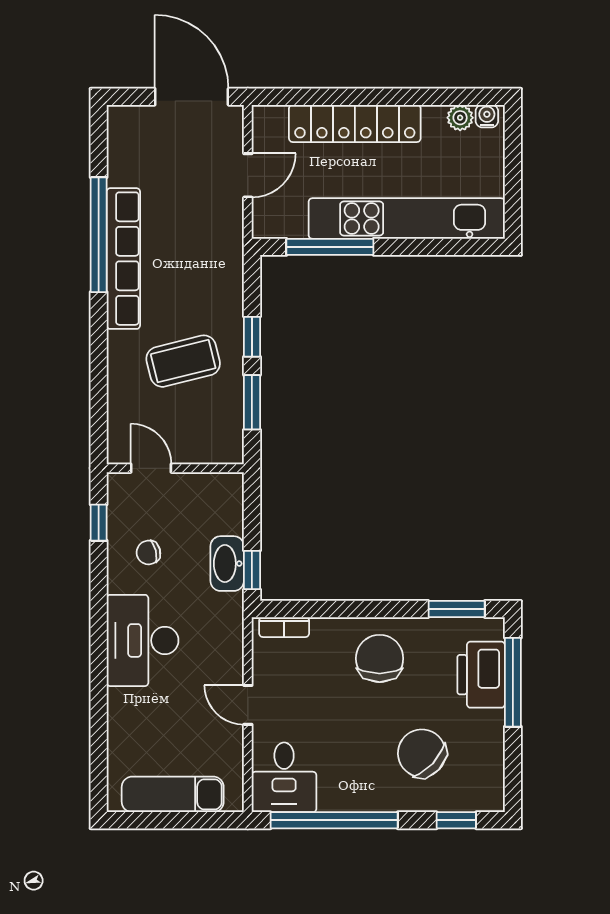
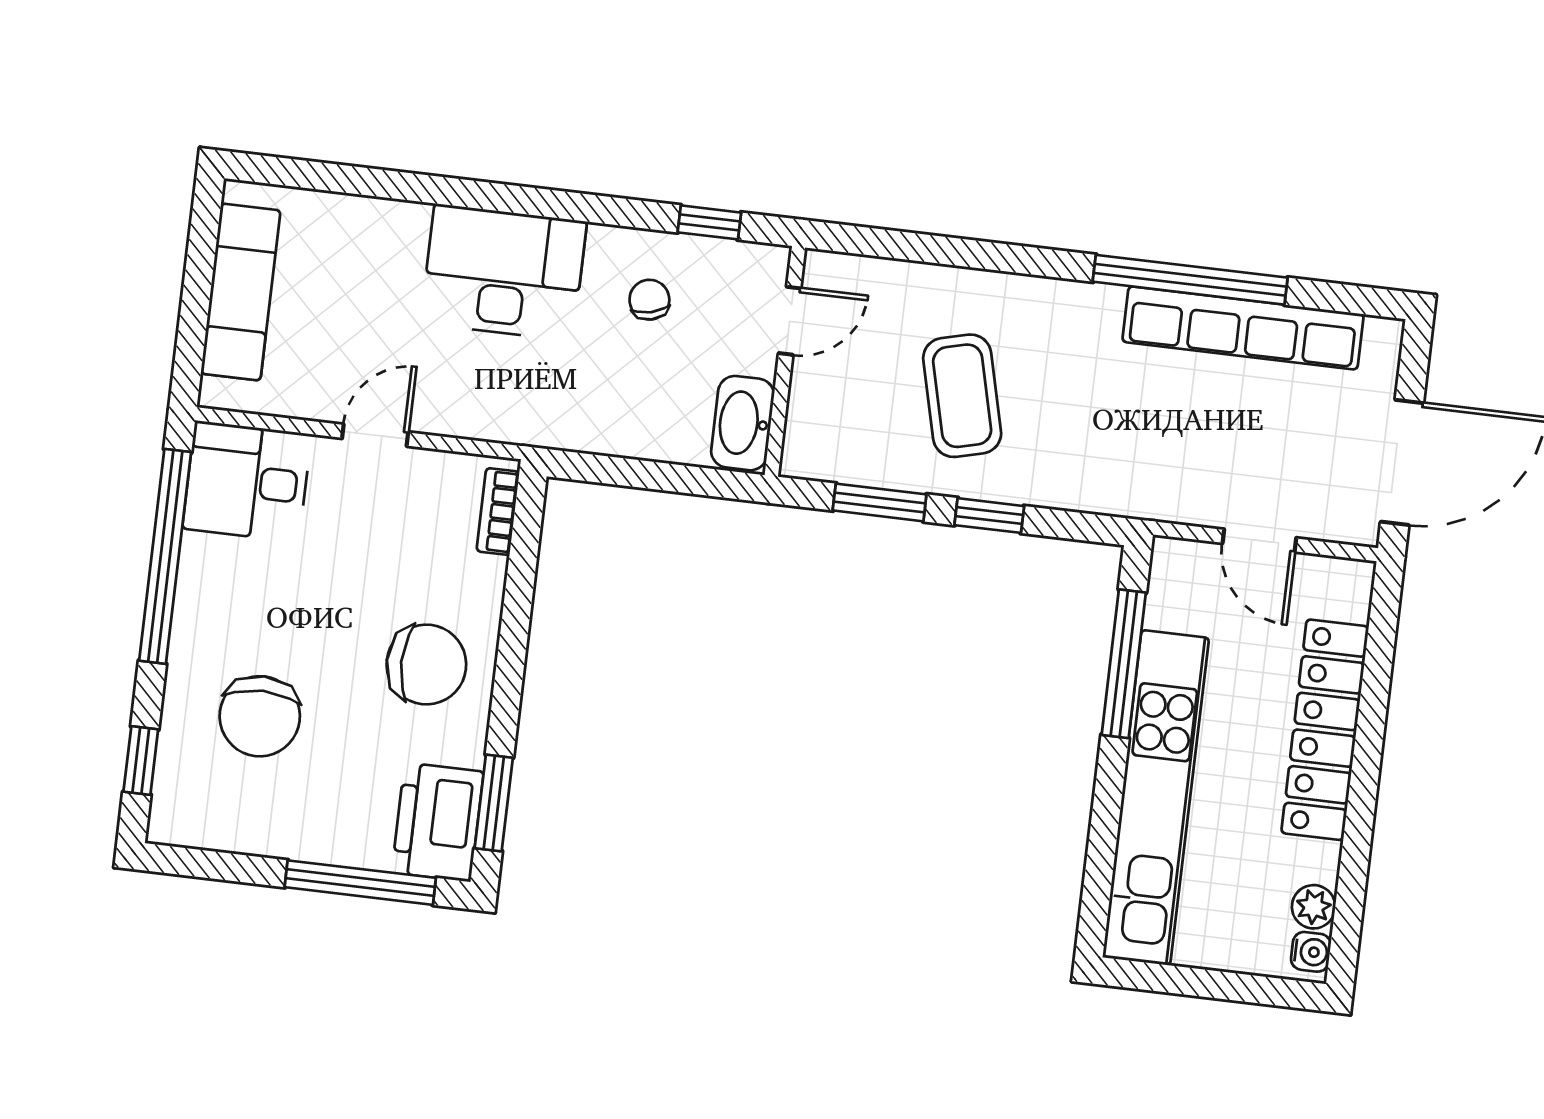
row of seats: (123, 259) -> (1243, 328), moved
washbasin: (227, 564) -> (743, 423), moved, turned -90
window: (252, 570) -> (600, 469), removed
printer: (481, 675) -> (438, 822), moved, turned -90
chair: (422, 753) -> (260, 716), turned 137

